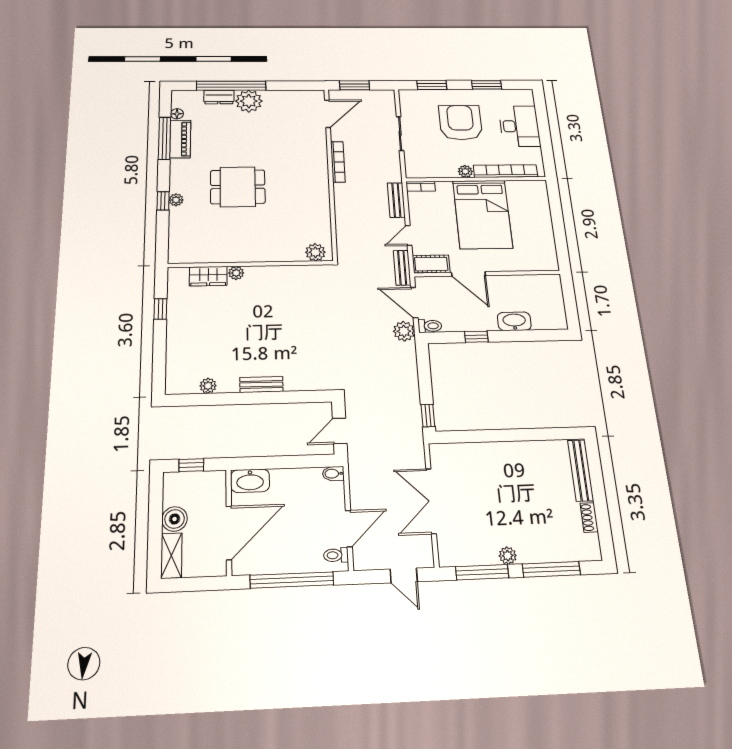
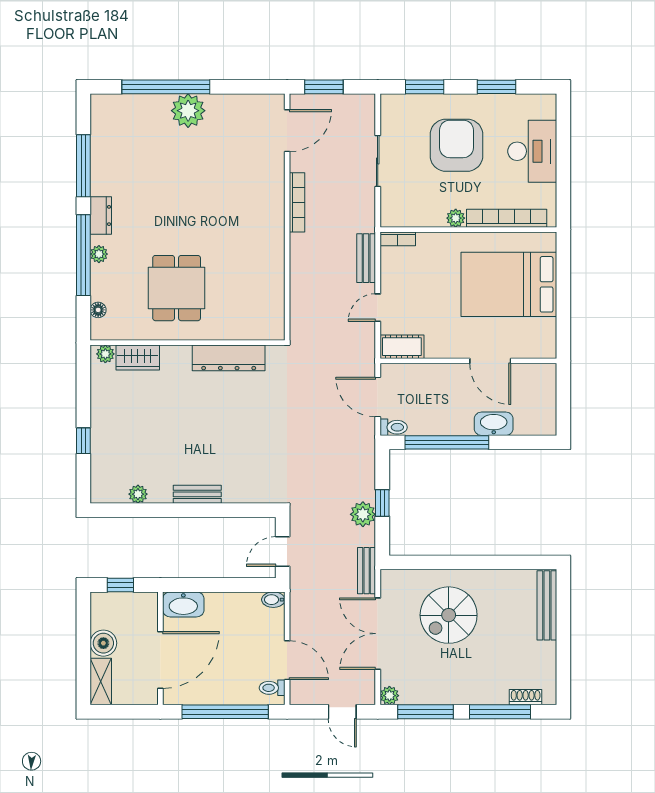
dresser: (219, 97) -> (101, 216), moved, turned -90
floor lamp: (177, 114) -> (98, 310), moved
piano: (180, 139) -> (103, 167), removed
dining table: (238, 187) -> (177, 288), moved, turned 90
window: (163, 201) -> (83, 255), width x3.17
bed: (483, 214) -> (509, 284), moved, turned 90
plant: (315, 252) -> (264, 328), removed
bench: (402, 268) -> (367, 571), moved
plant: (236, 273) -> (105, 354), moved
door: (468, 274) -> (490, 361), moved
dresser: (286, 275) -> (229, 358), added
window: (160, 309) -> (83, 441), moved
plant: (404, 331) -> (363, 514), moved
window: (476, 337) -> (447, 442), width x3.17
window: (428, 415) -> (382, 503), moved
spiral stairs: (494, 482) -> (449, 615), added
shoe rack: (589, 517) -> (526, 697), moved, turned 90
door: (349, 529) -> (287, 660), hinge flipped
plant: (508, 556) -> (389, 696), moved

